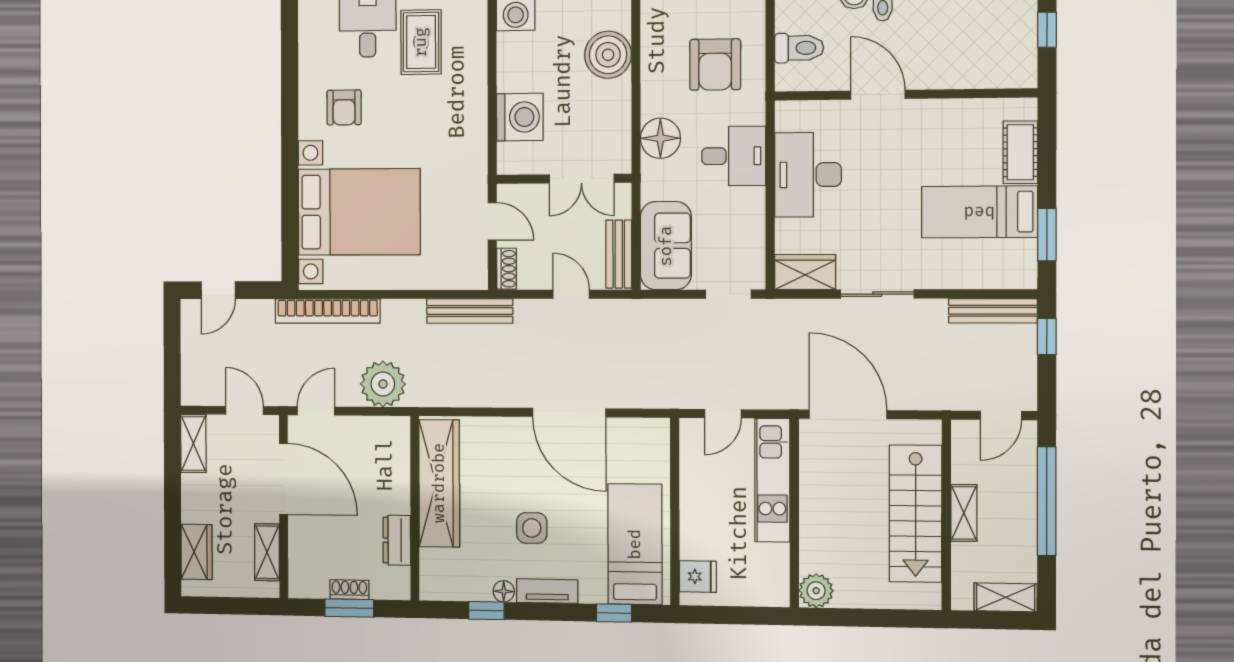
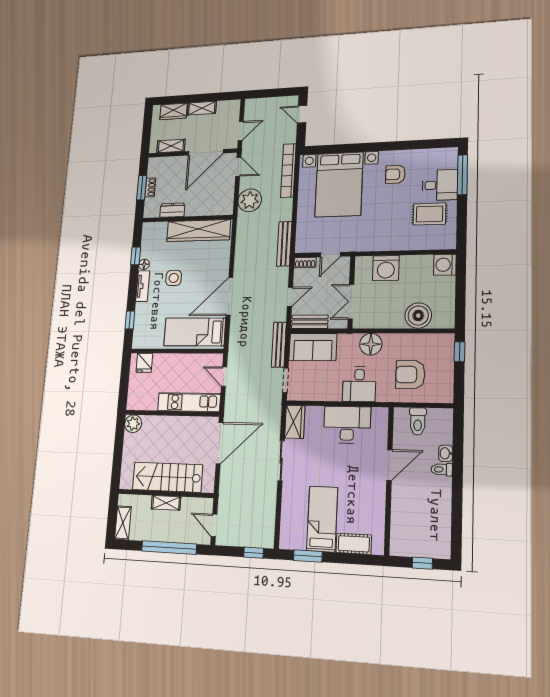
bench: (993, 311) -> (279, 345), moved
shelving: (193, 443) -> (202, 108), moved
bed: (635, 544) -> (195, 332), moved, turned 180

